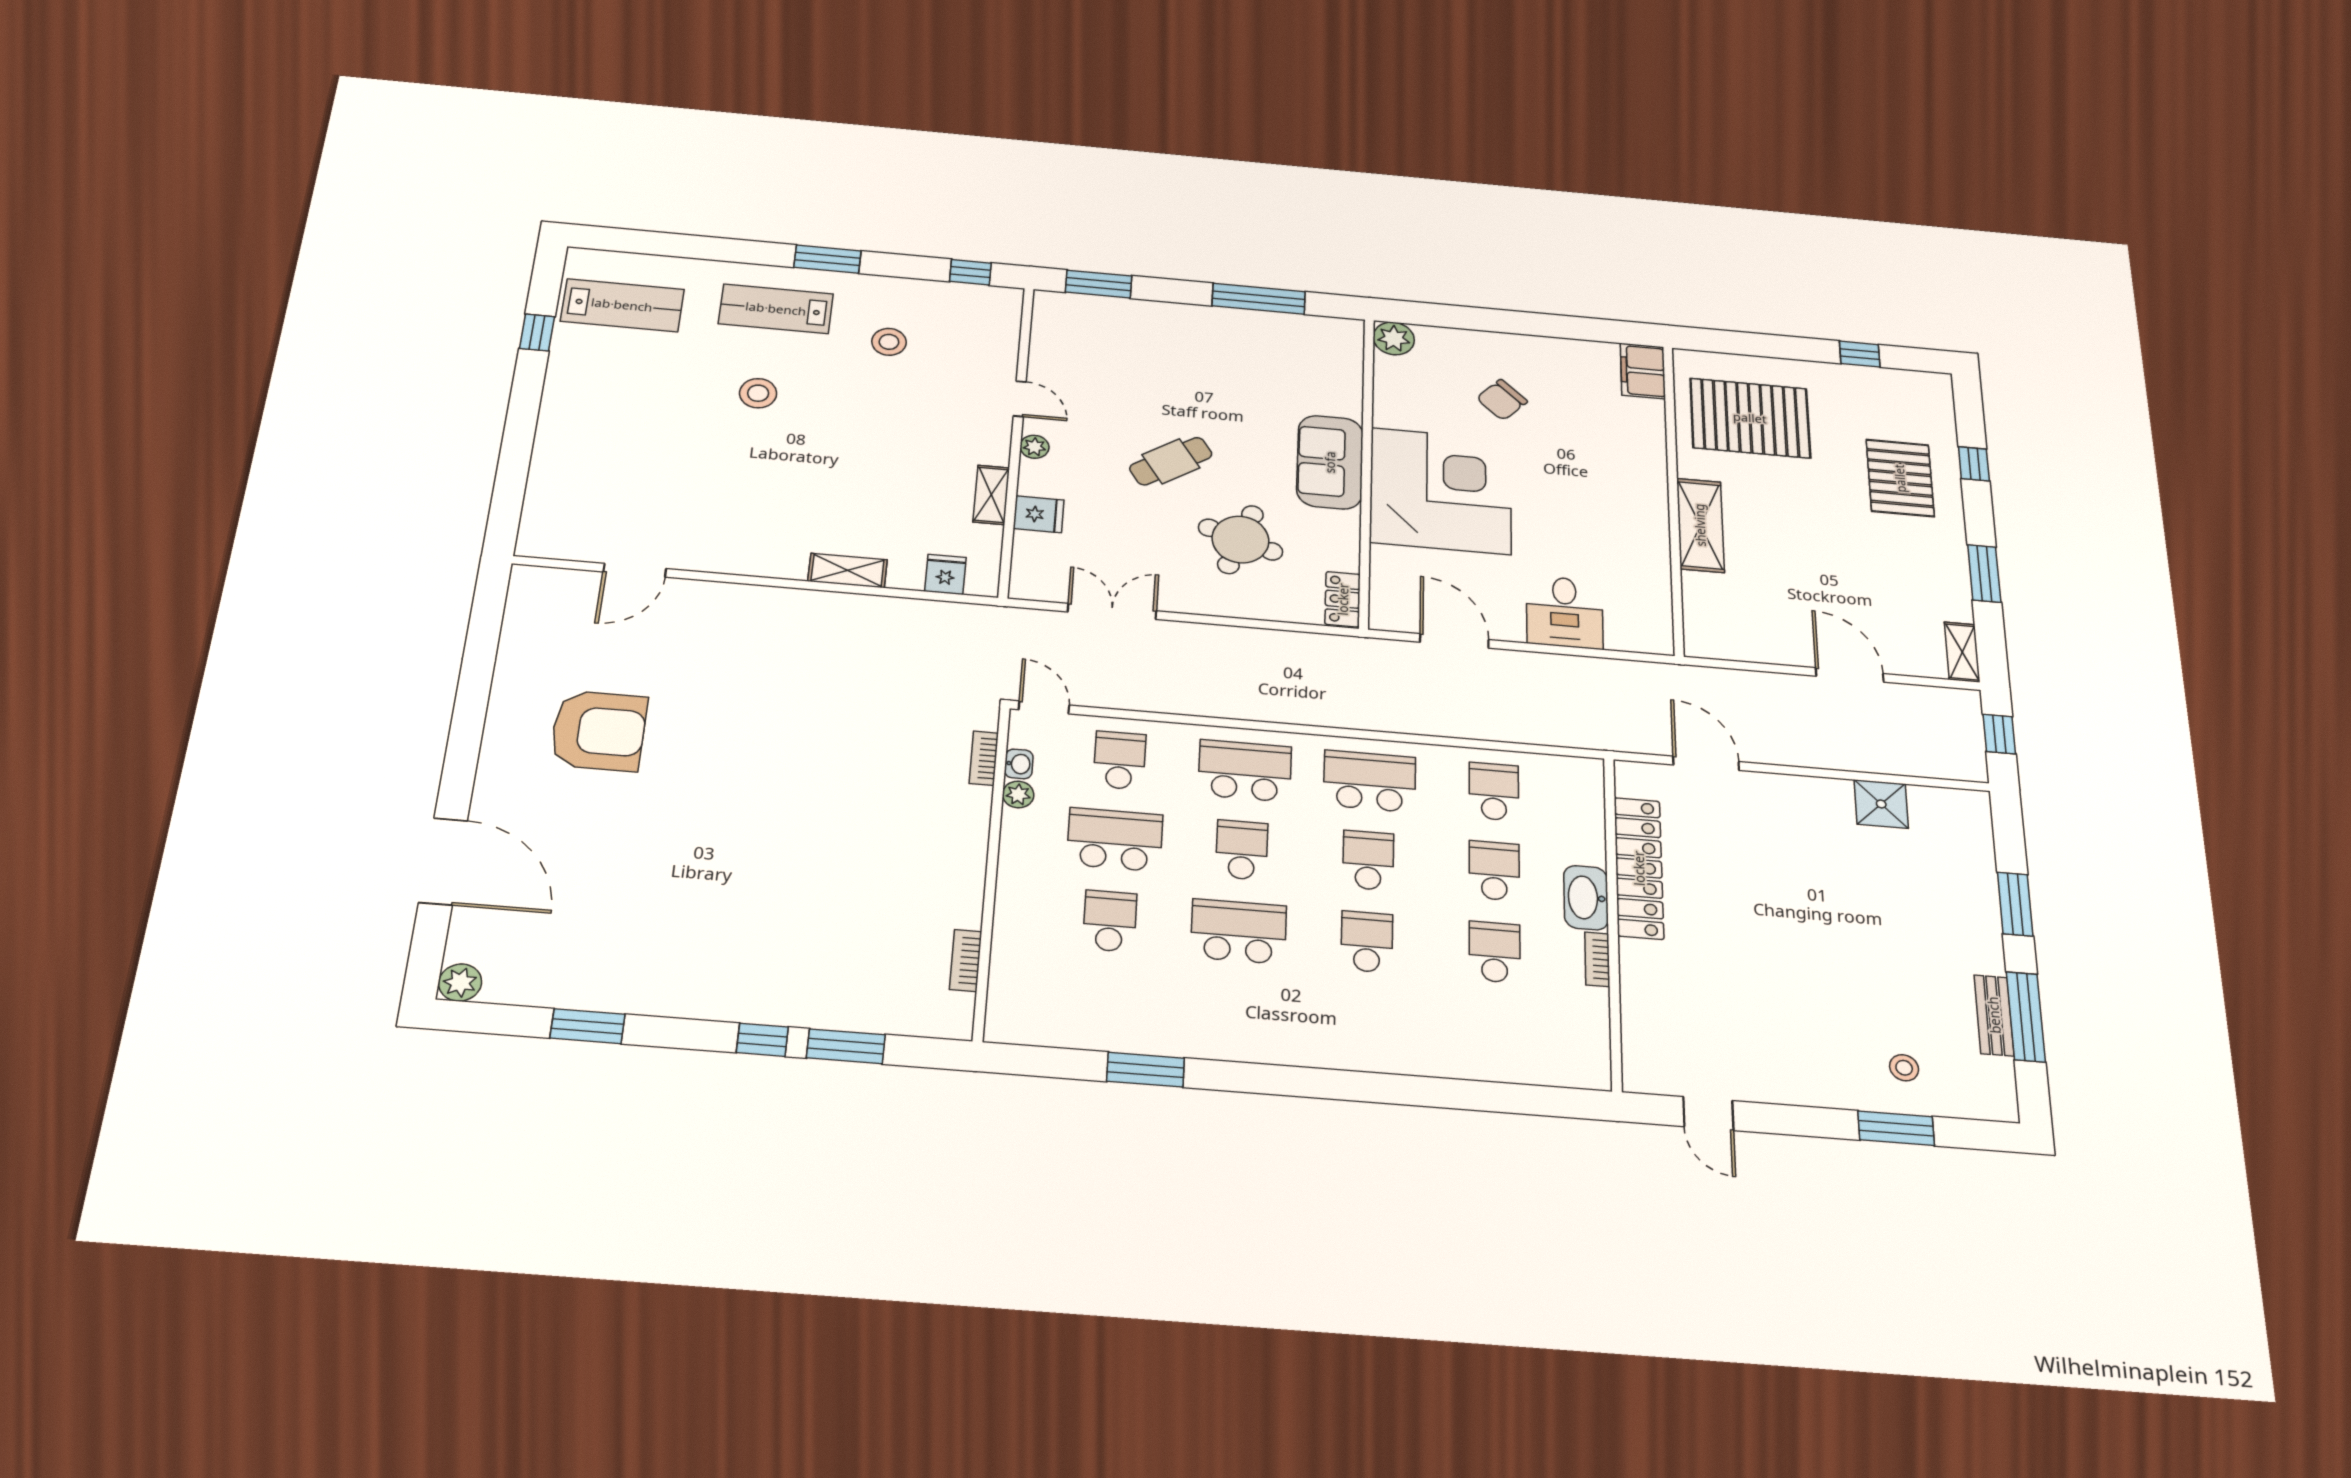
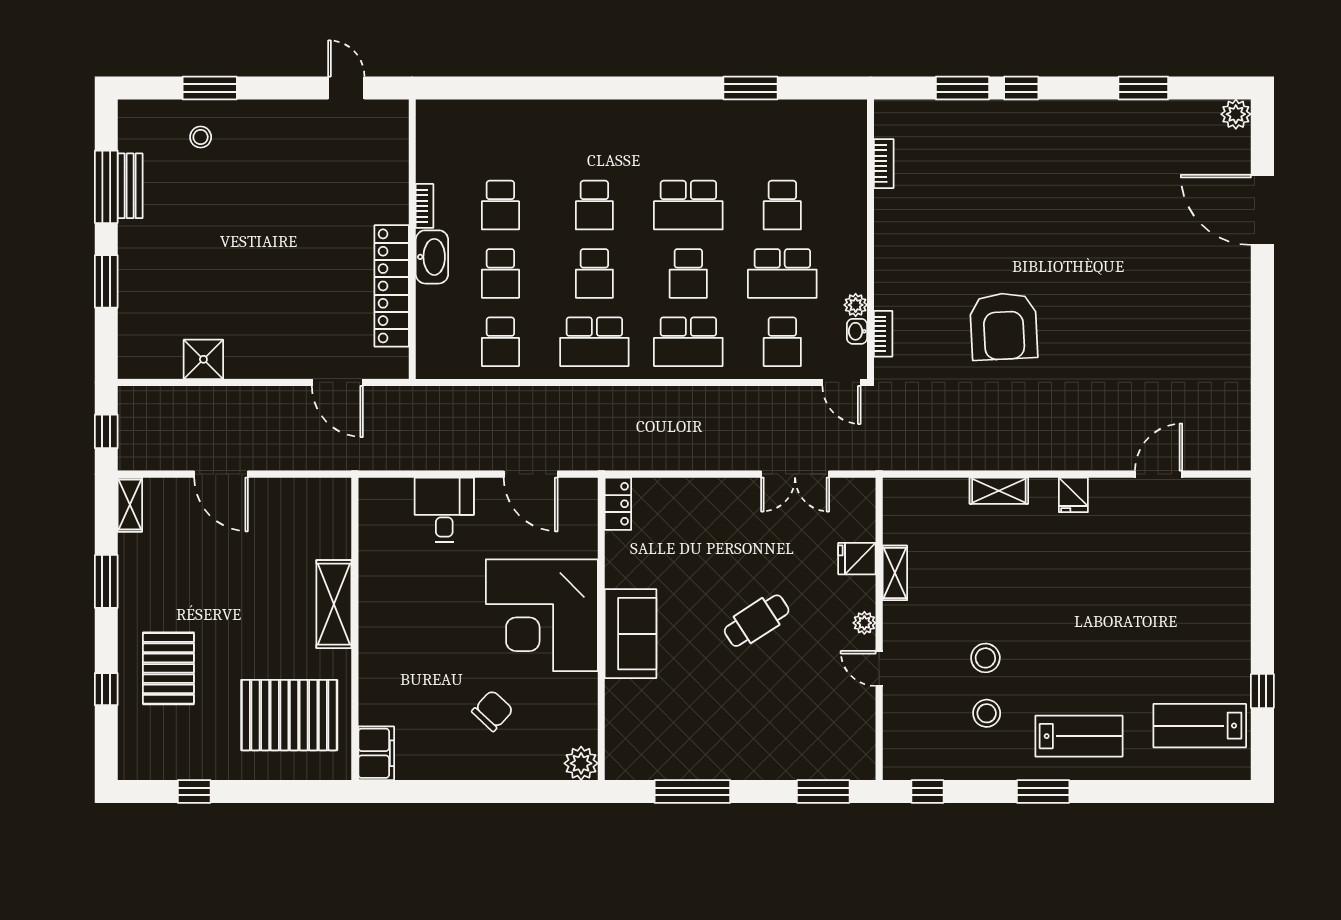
stool: (758, 393) -> (985, 658), moved
round table: (1240, 540) -> (699, 551), removed
fridge: (945, 574) -> (1073, 495), moved
armchair: (599, 731) -> (1004, 326), moved, turned -93

